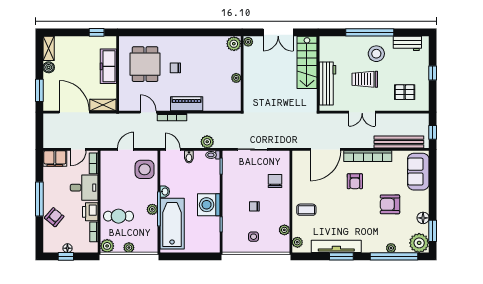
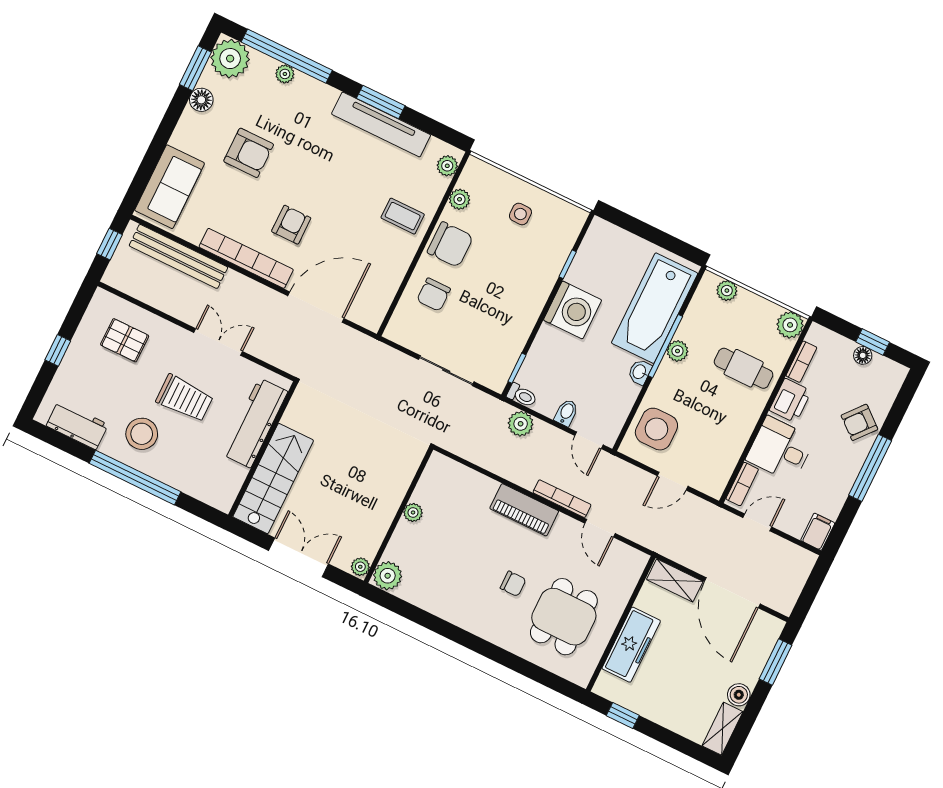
filing cabinet: (55, 159) -> (818, 532), width x0.50
chair: (254, 206) -> (450, 244), moved, width x1.87, depth x1.87
plant: (129, 248) -> (727, 291), moved

